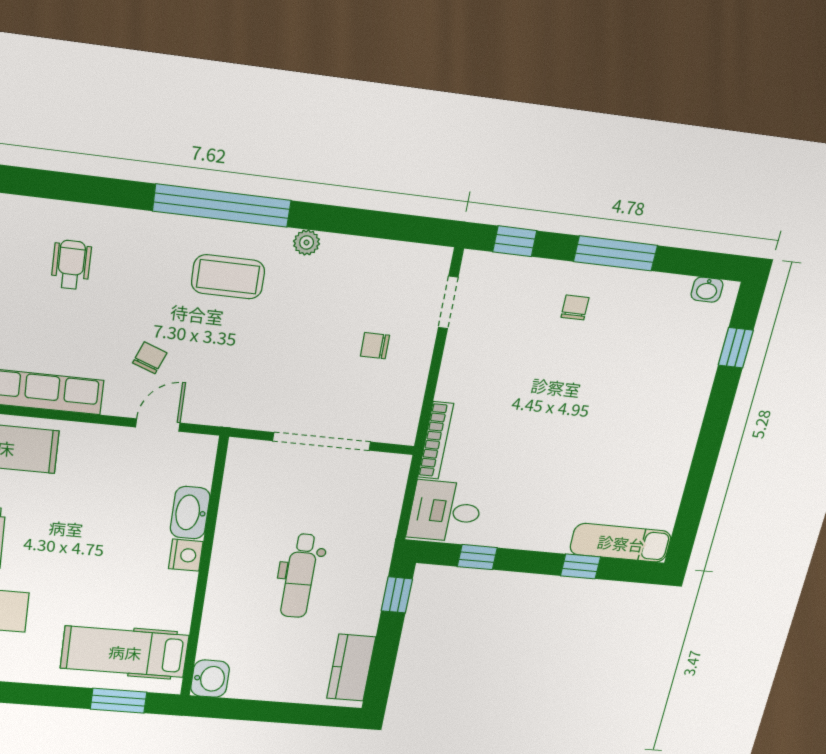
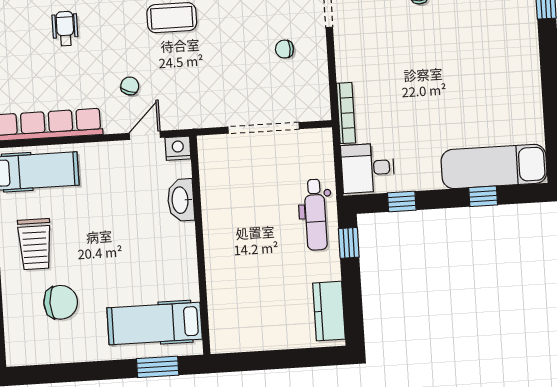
exam couch: (621, 543) -> (494, 166), width x1.36, depth x1.45
nightstand: (186, 555) -> (178, 148), moved, turned -90
dental chair: (300, 576) -> (316, 215), moved
washbasin: (210, 679) -> (223, 337), removed

